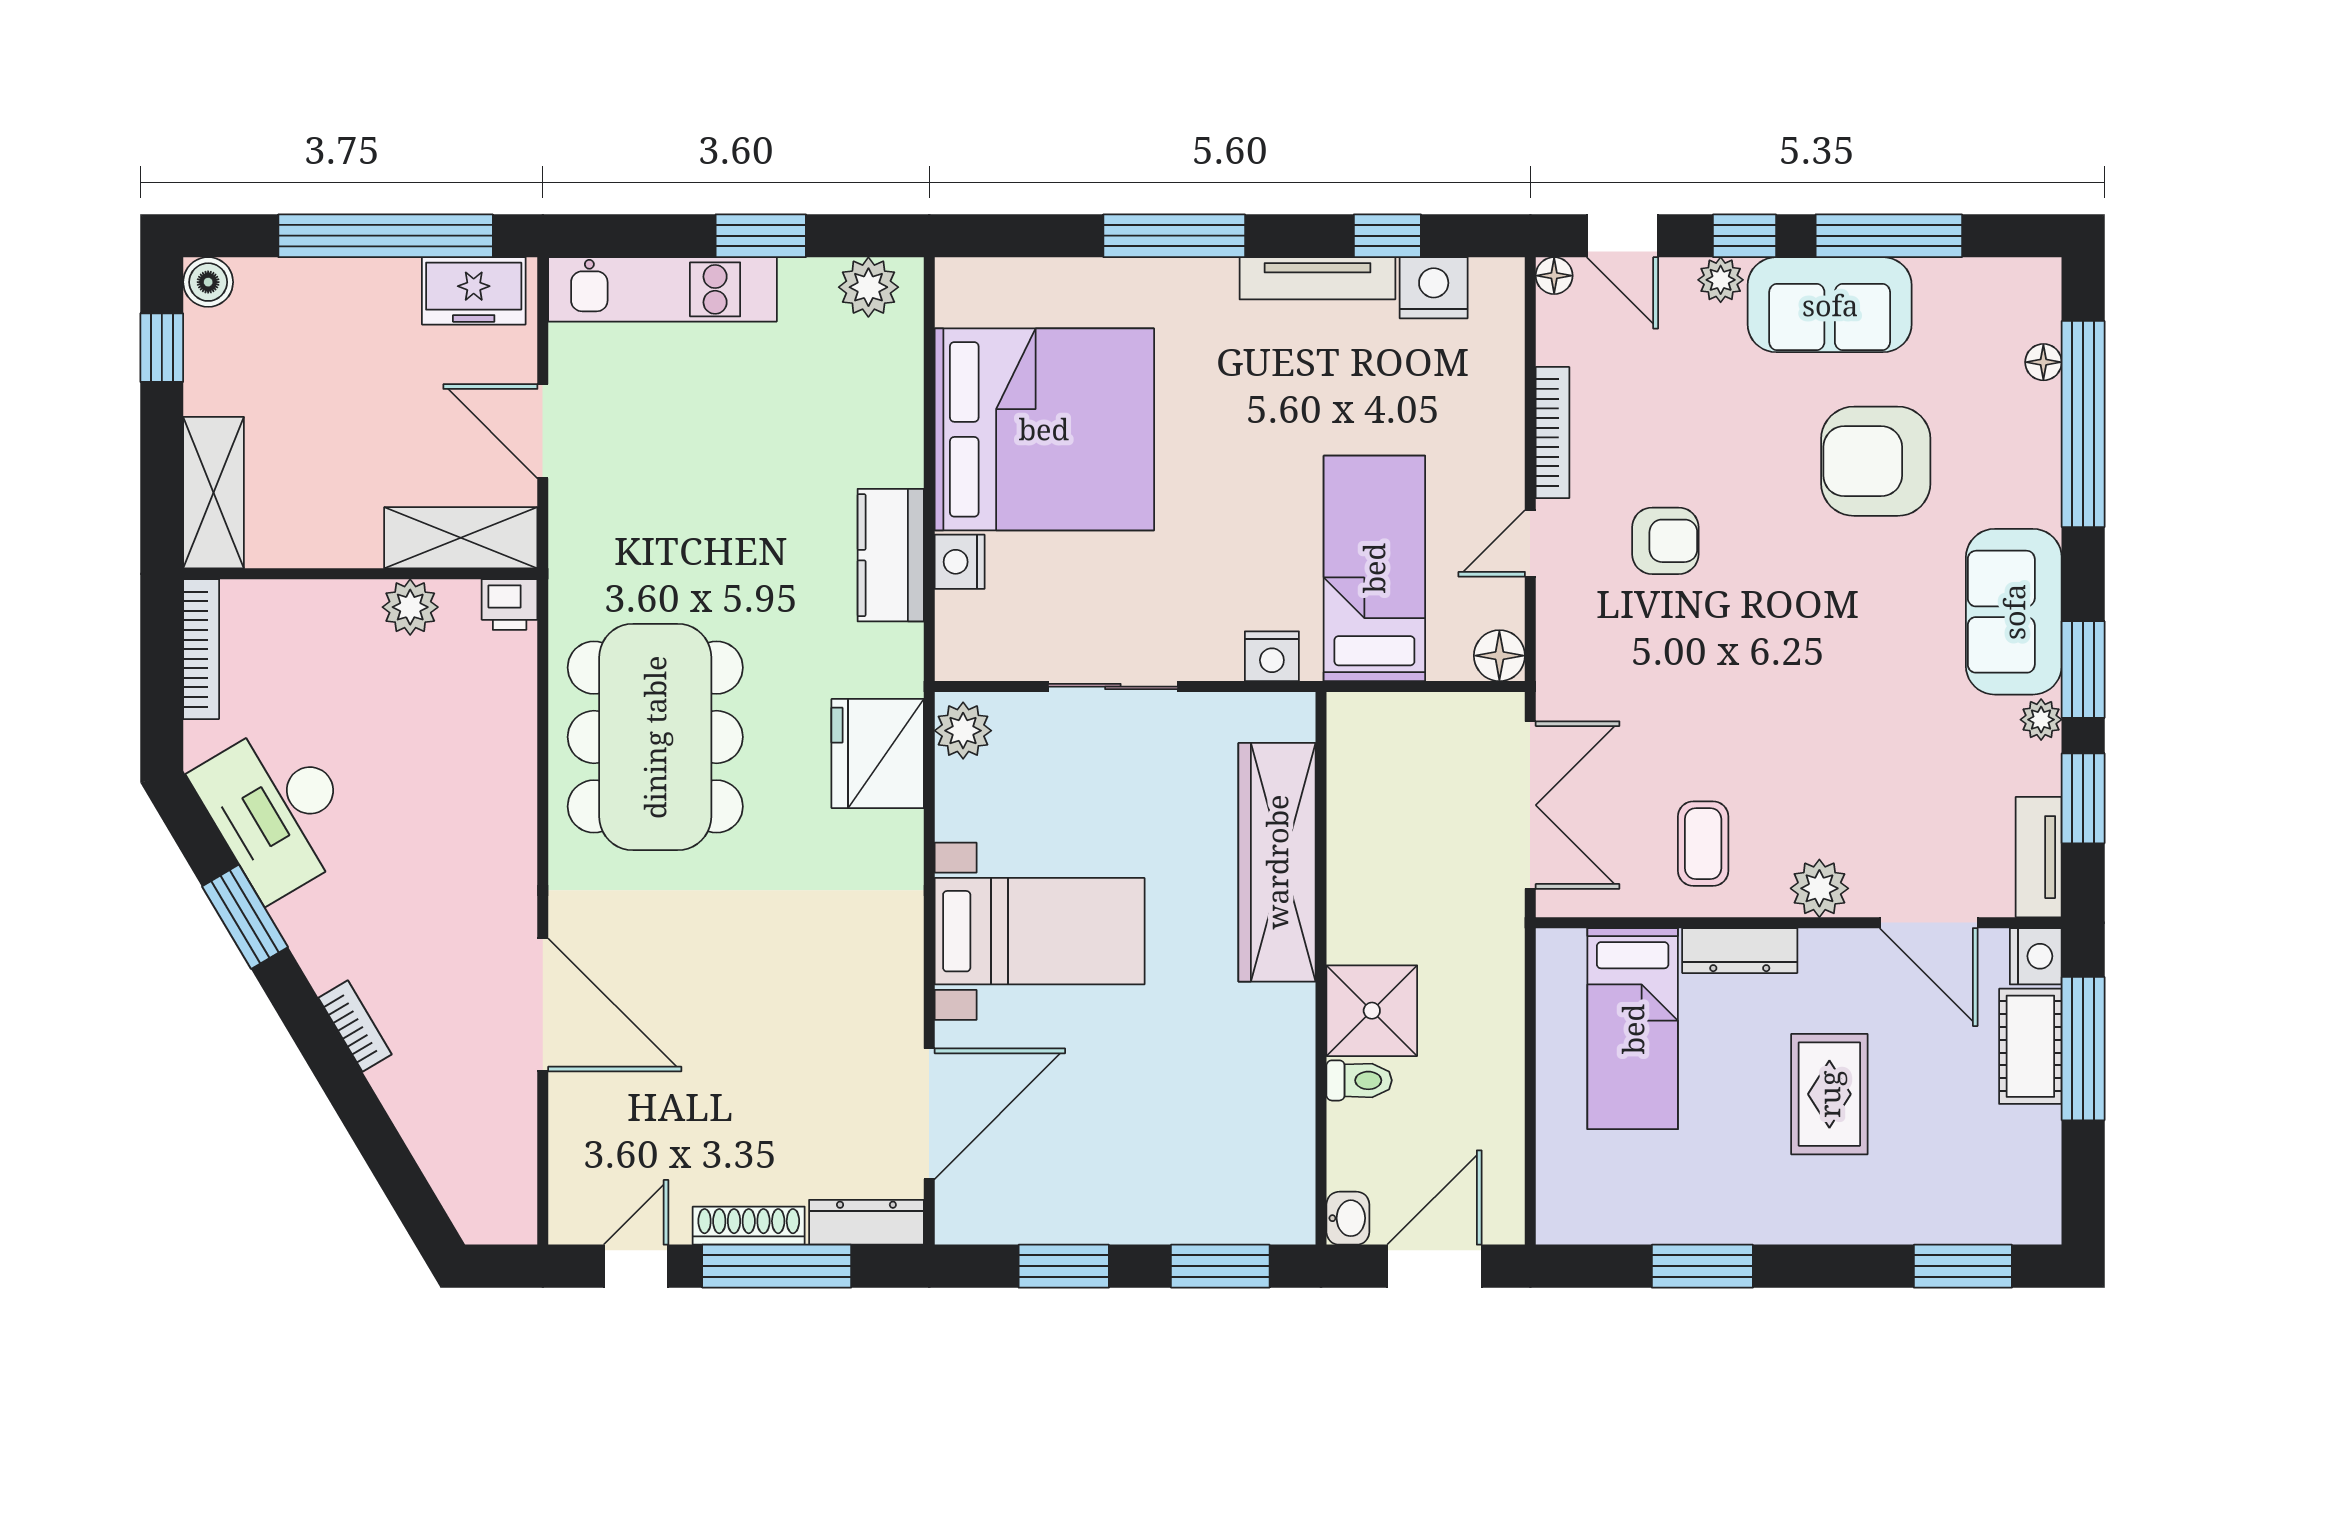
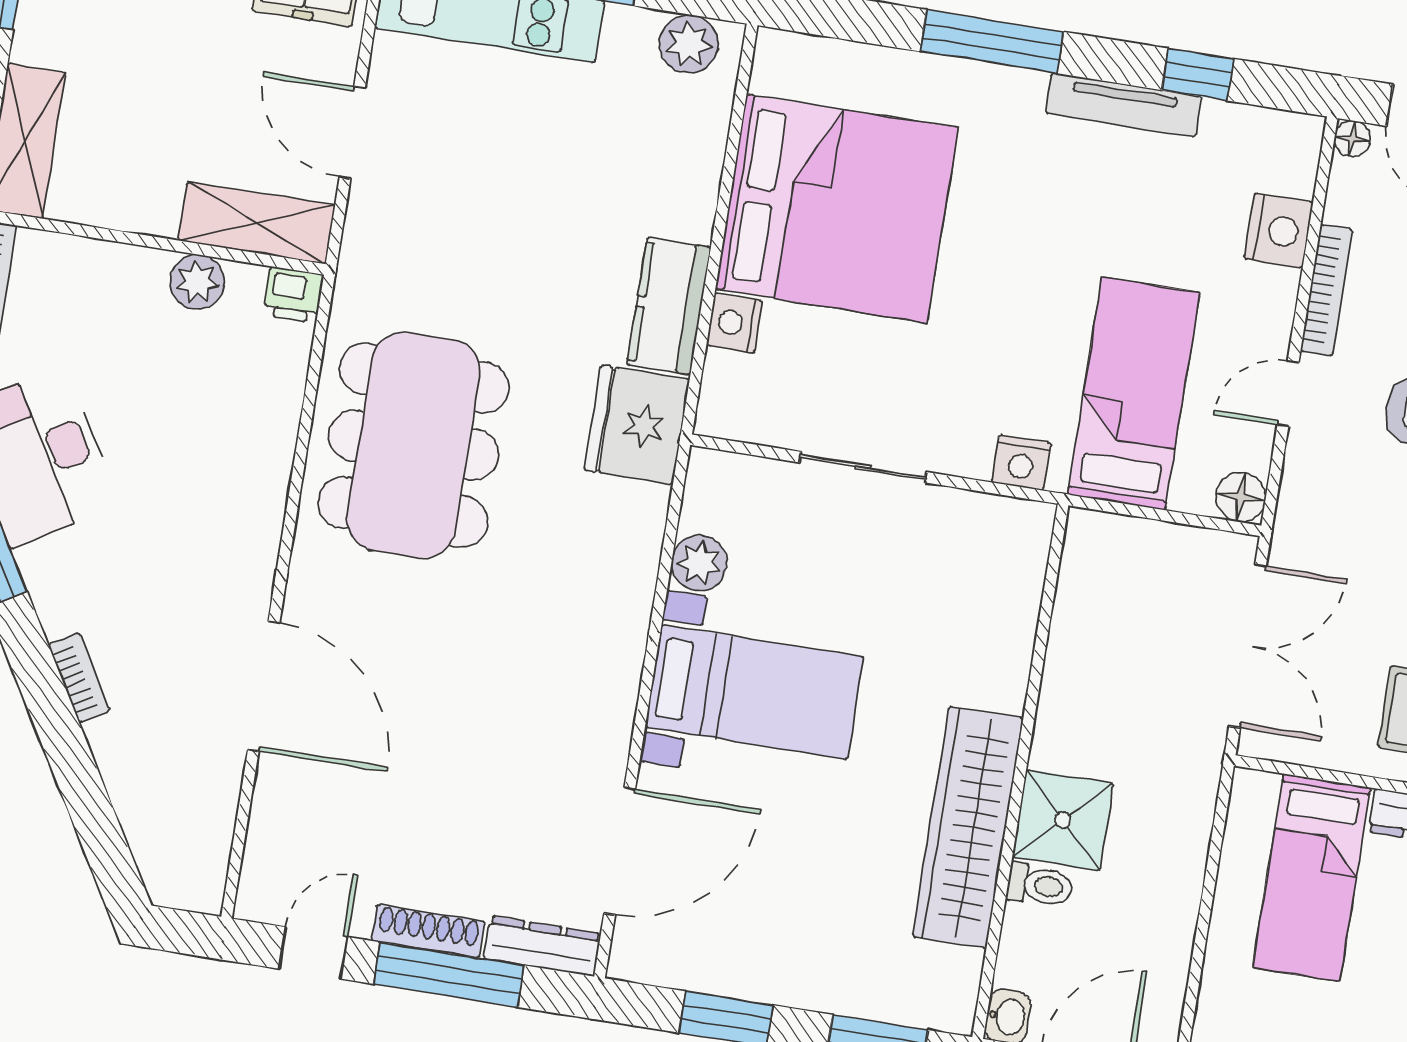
nightstand: (1434, 288) -> (1279, 231), moved, turned 90
plant: (963, 731) -> (699, 563), moved
fridge: (878, 753) -> (637, 425), moved
wardrobe: (1277, 862) -> (968, 827), moved

